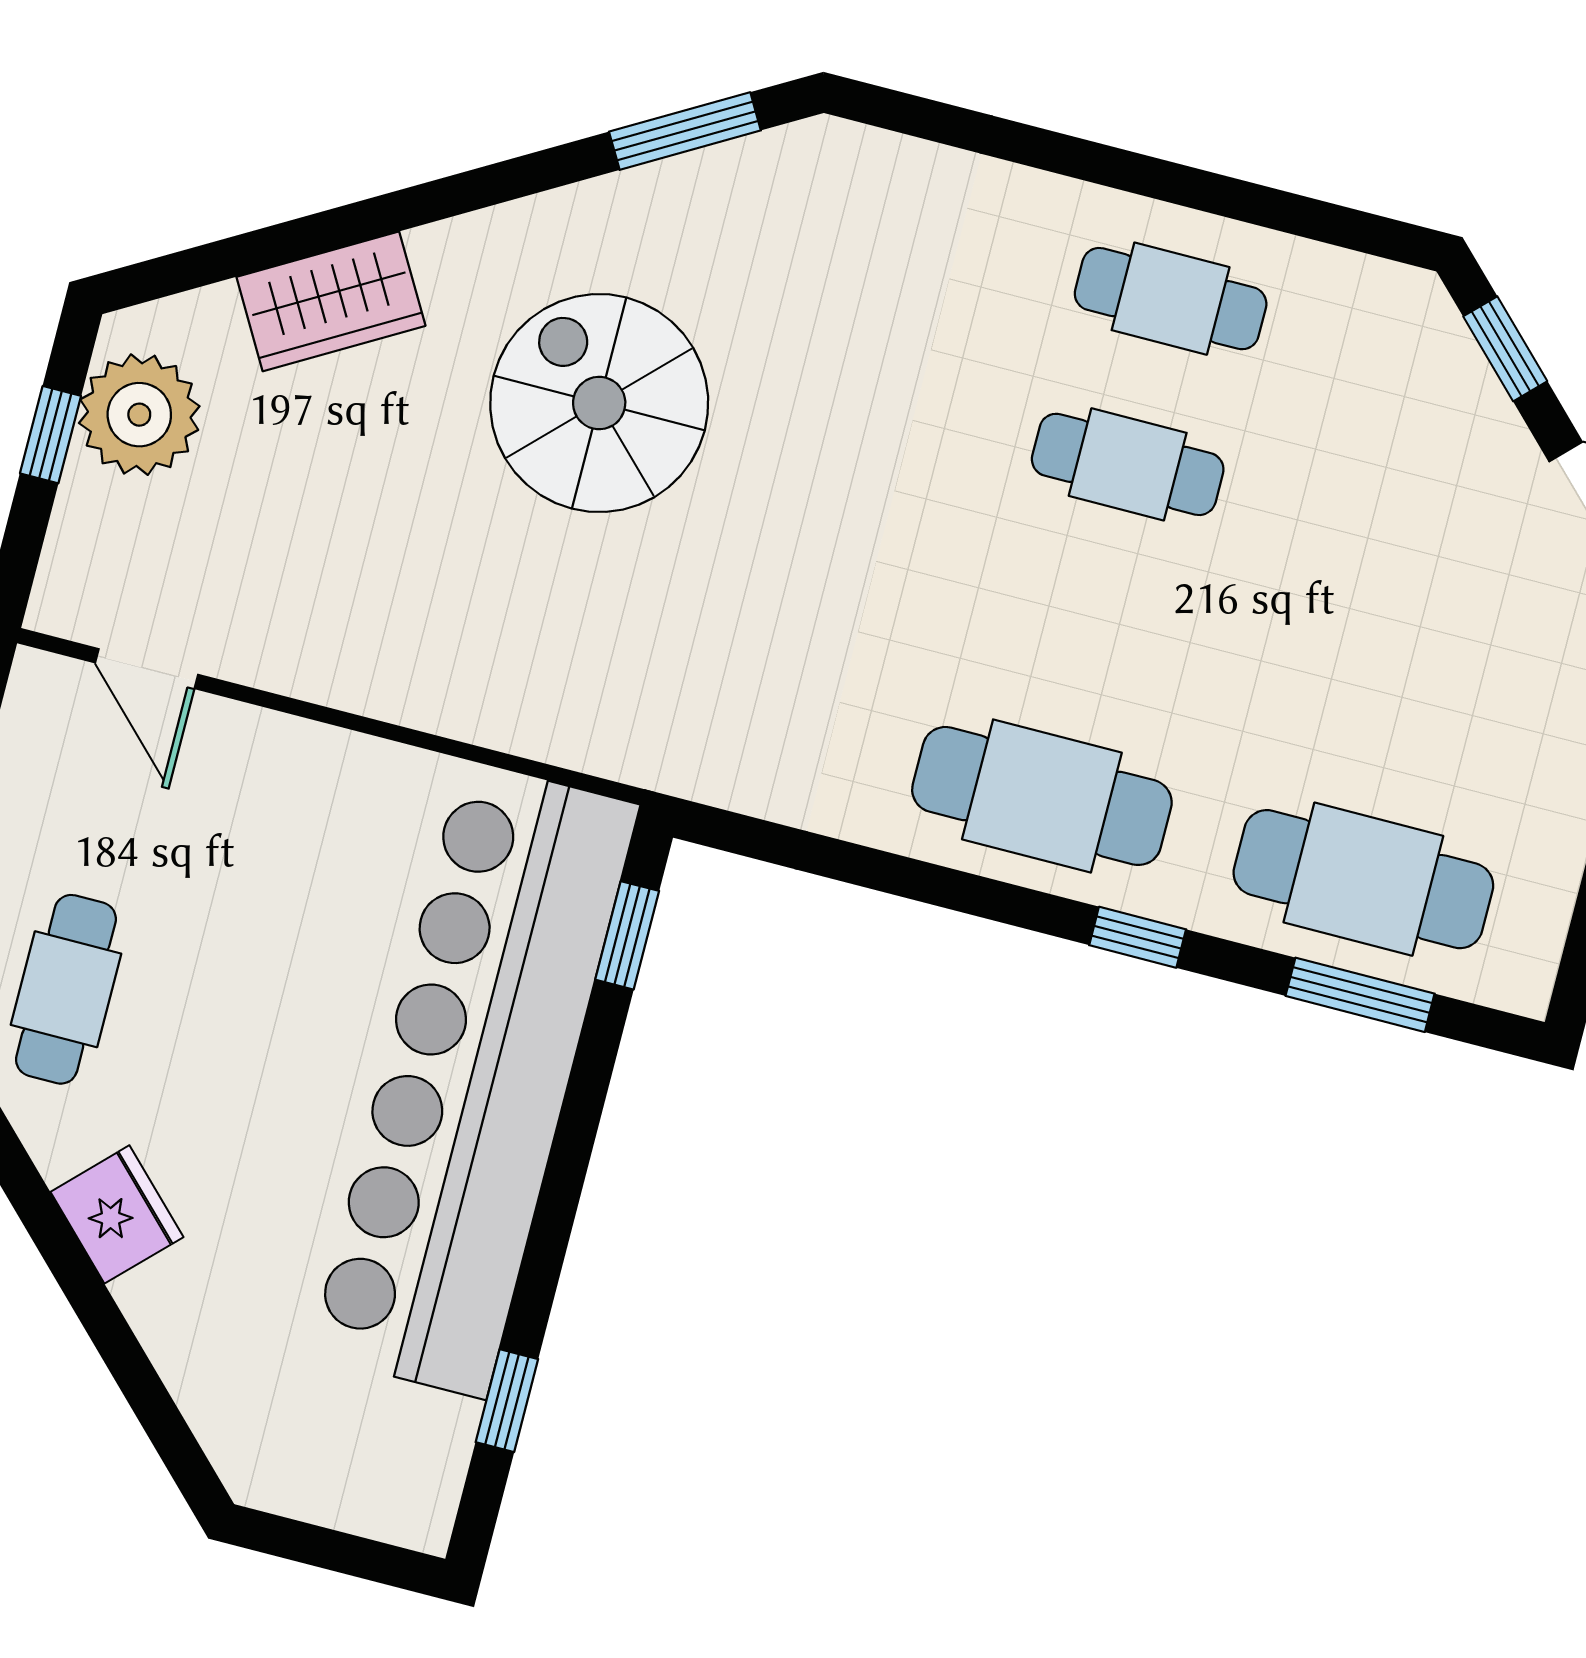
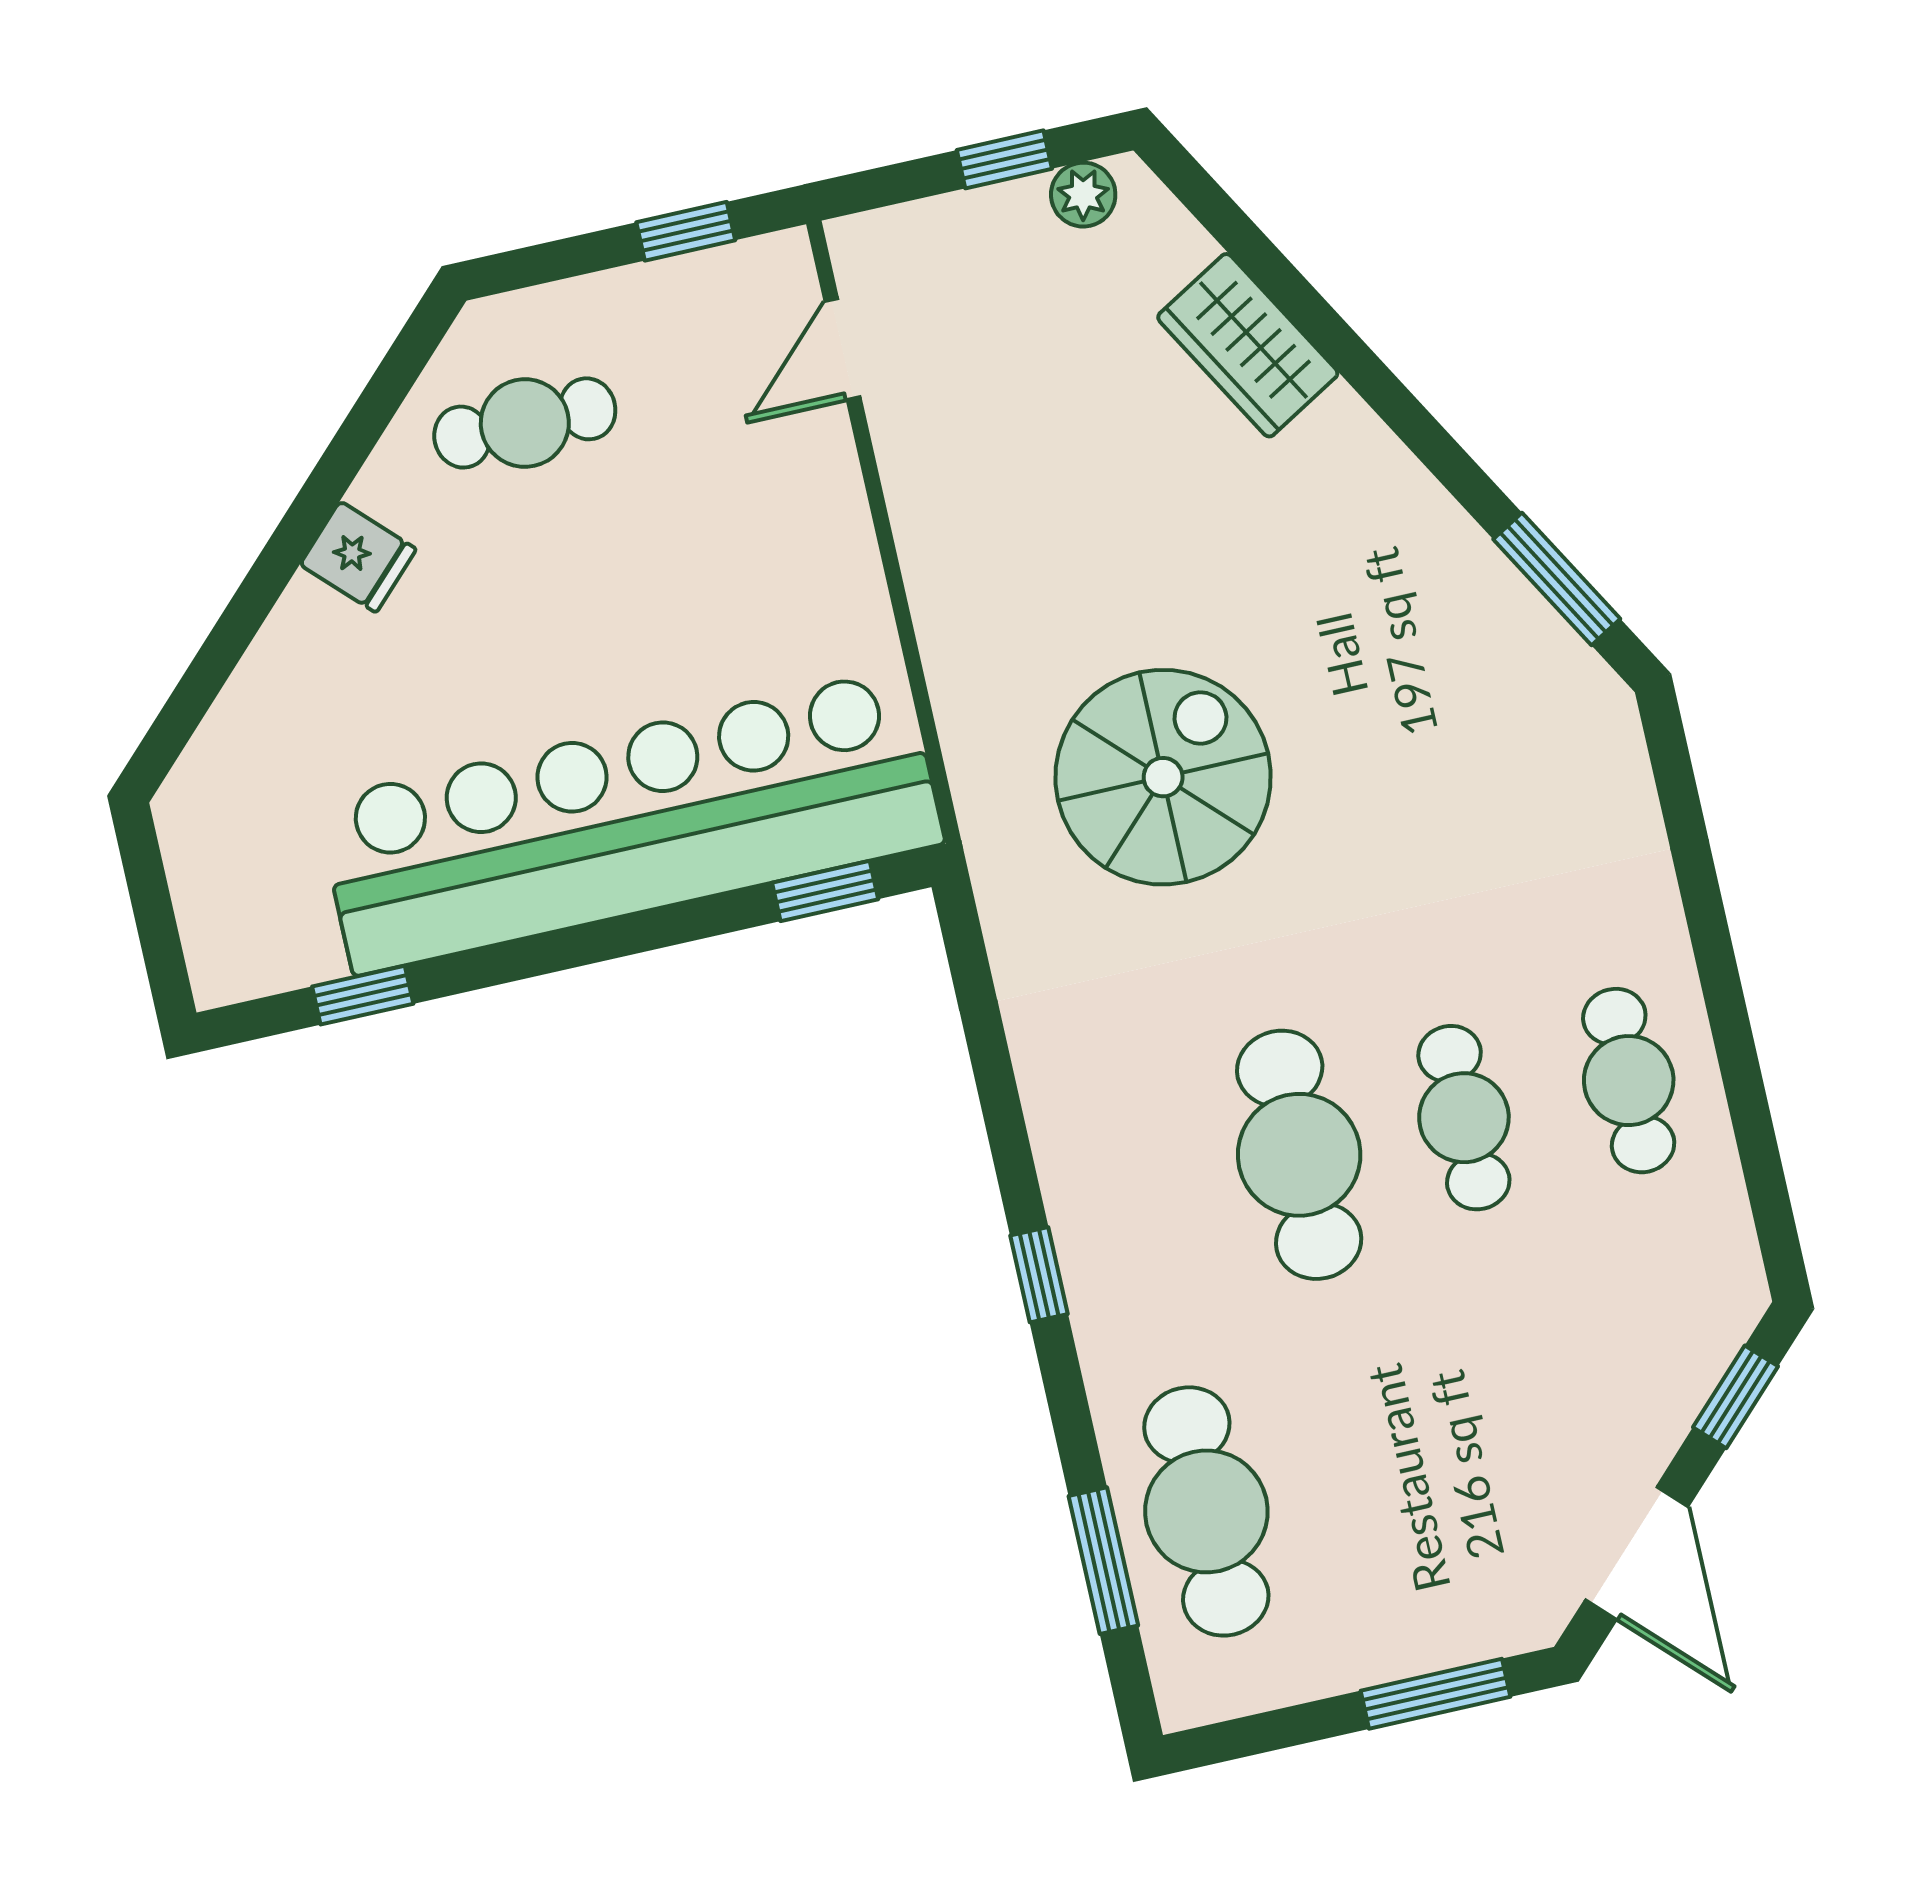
spiral stairs: (599, 403) -> (1163, 777), moved
plant: (139, 415) -> (1083, 195), width x0.53, depth x0.53
cafe table: (1042, 796) -> (1299, 1155), moved
window: (1138, 937) -> (1039, 1275), moved
fridge: (117, 1214) -> (358, 557), width x0.72

